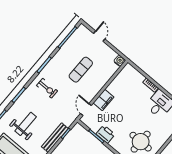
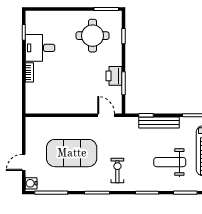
water cooler: (120, 61) -> (31, 183), moved
exercise mat: (81, 70) -> (72, 153), width x2.00, depth x1.45
filing cabinet: (104, 100) -> (82, 106), removed
door: (86, 109) -> (106, 115), swing flipped

